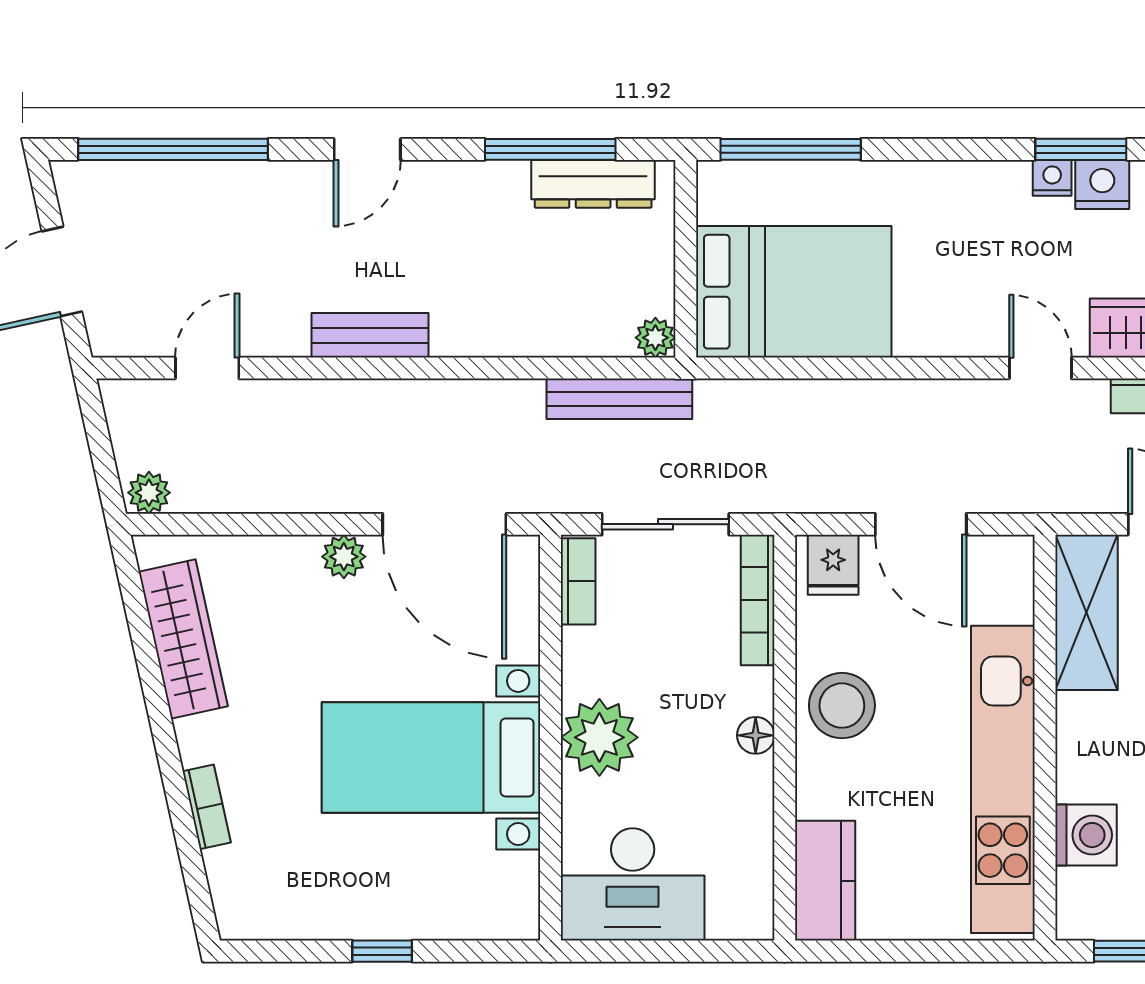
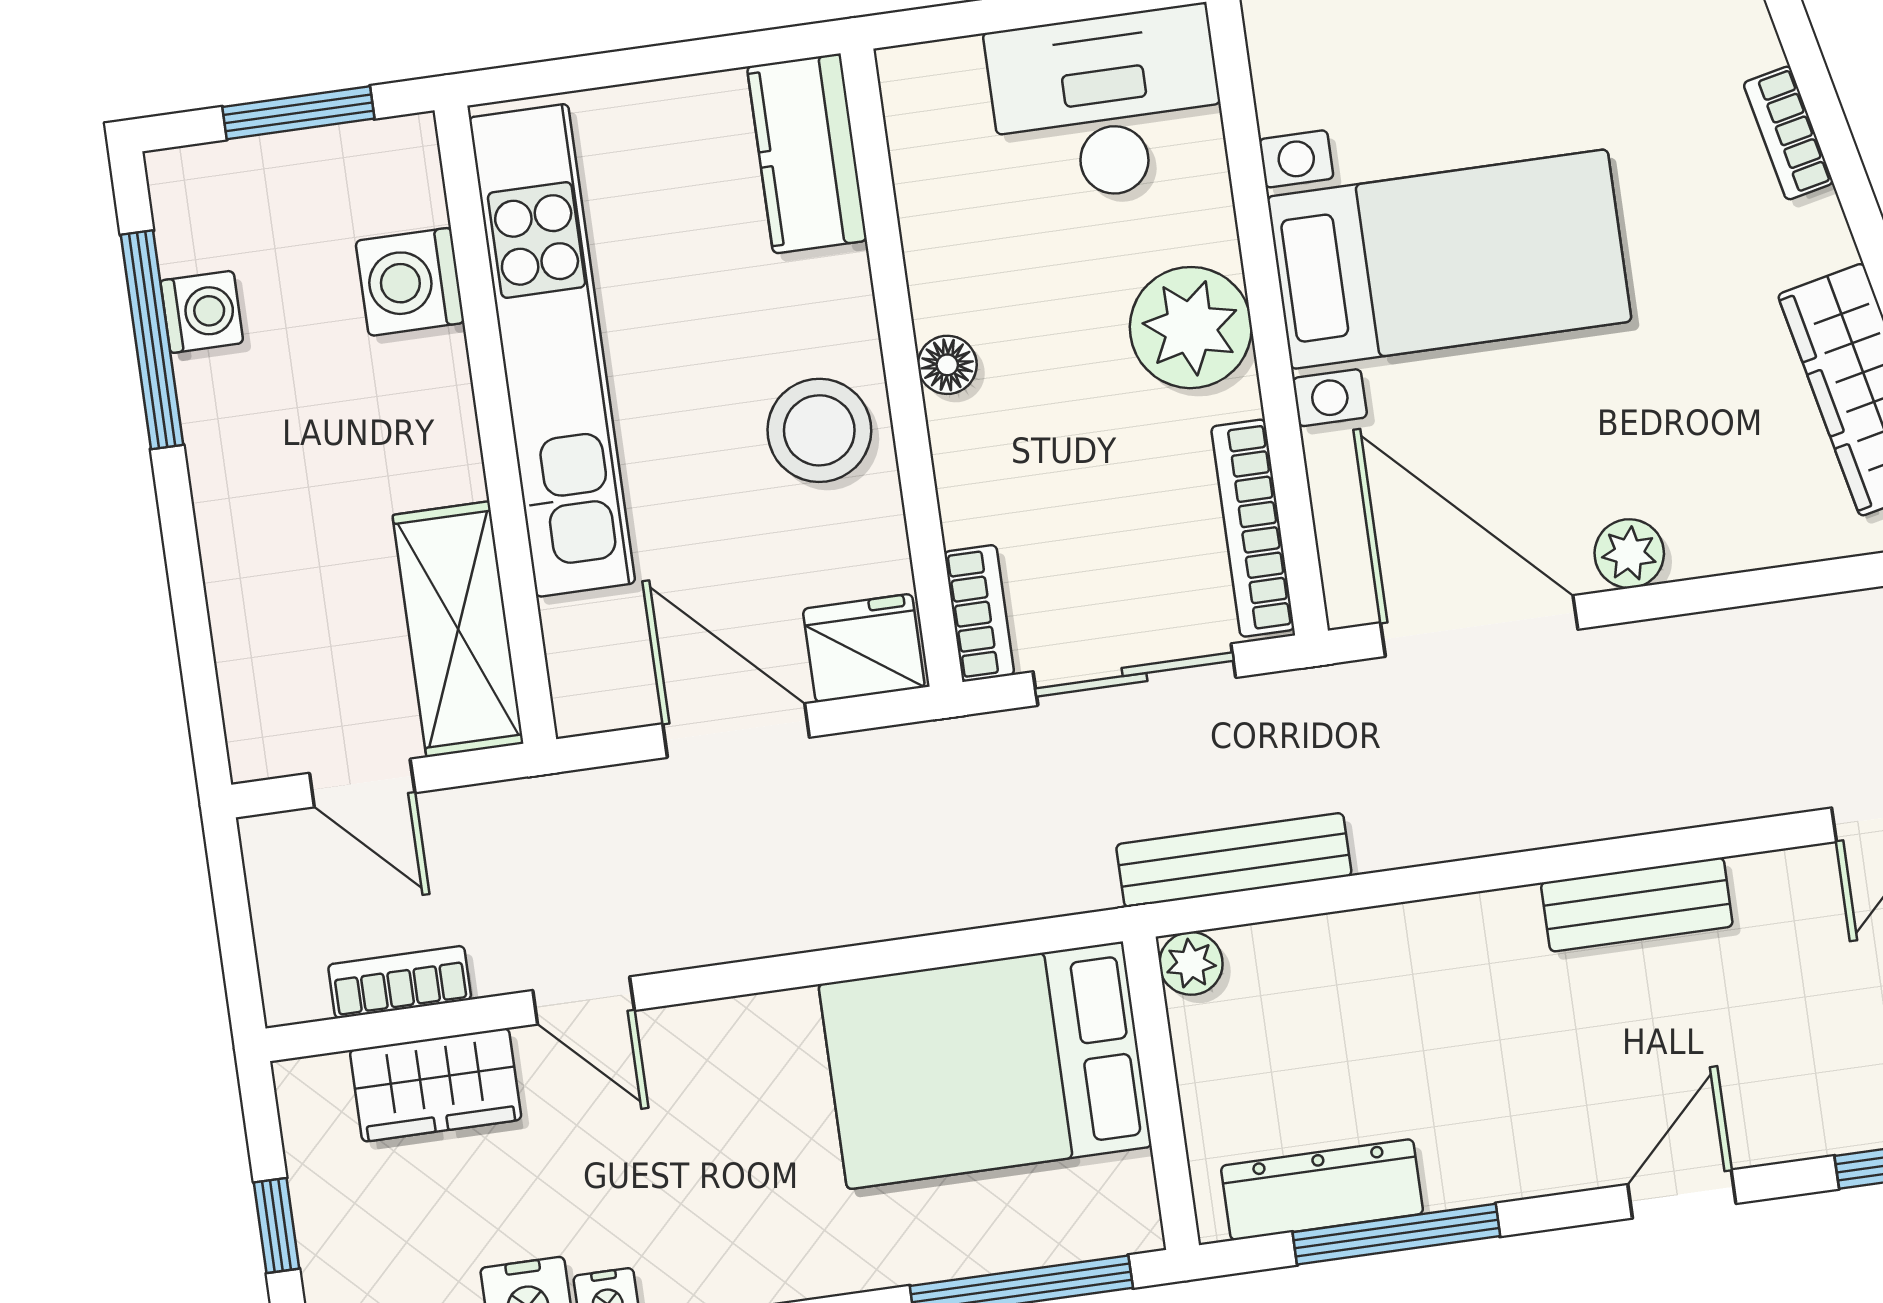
fridge: (833, 565) -> (864, 648), width x1.38
bookcase: (578, 581) -> (1253, 528), width x1.56
bookcase: (758, 600) -> (979, 613), width x0.64

